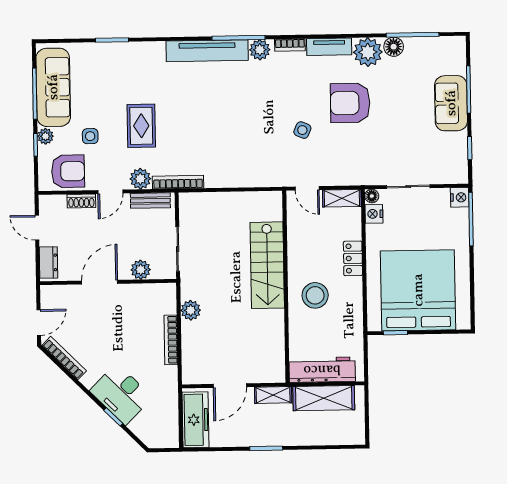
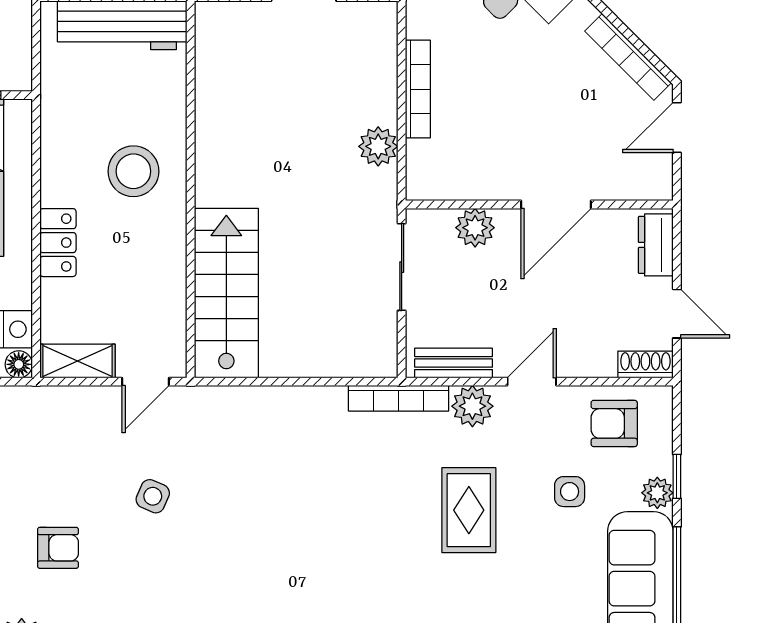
armchair: (350, 103) -> (58, 548), width x0.53, depth x0.53
armchair: (68, 171) -> (614, 423), width x0.72, depth x0.72
door: (307, 188) -> (145, 382), swing flipped
shoe rack: (81, 201) -> (645, 364), moved
stairs: (267, 265) -> (226, 293), moved

